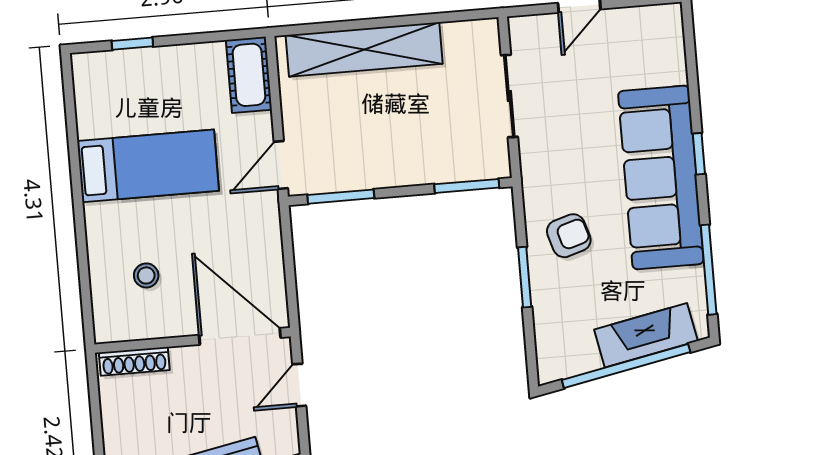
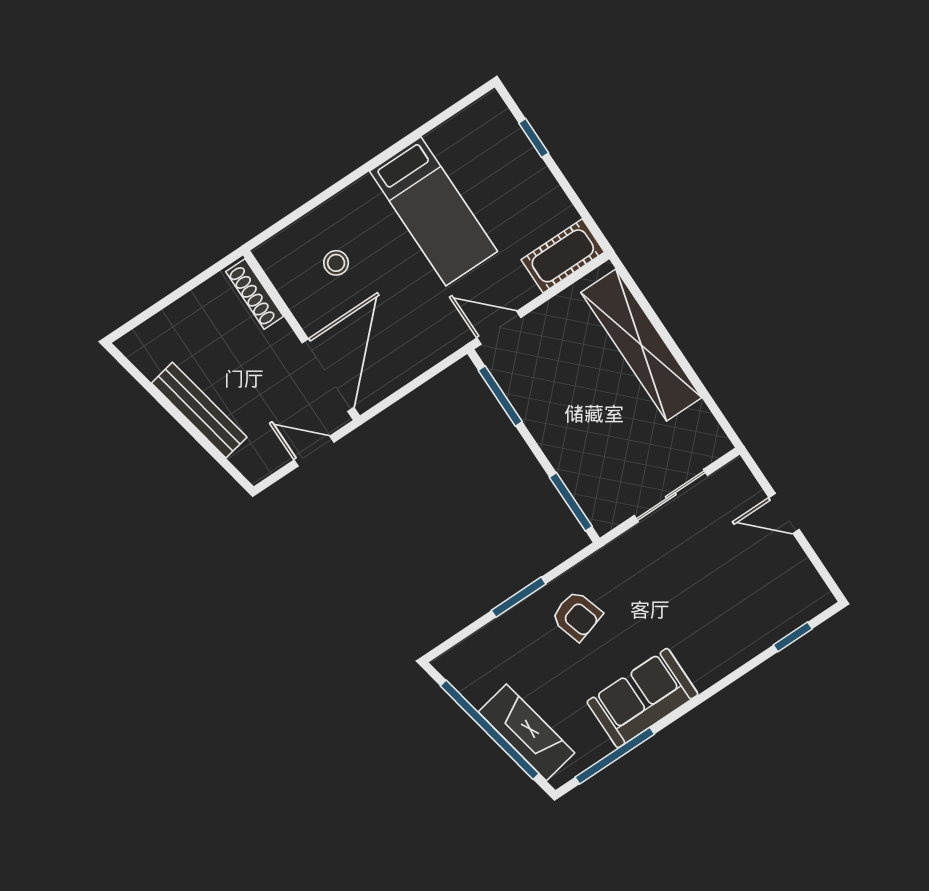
window: (699, 154) -> (793, 637), moved
sofa: (661, 177) -> (642, 698), width x0.54, depth x0.79

